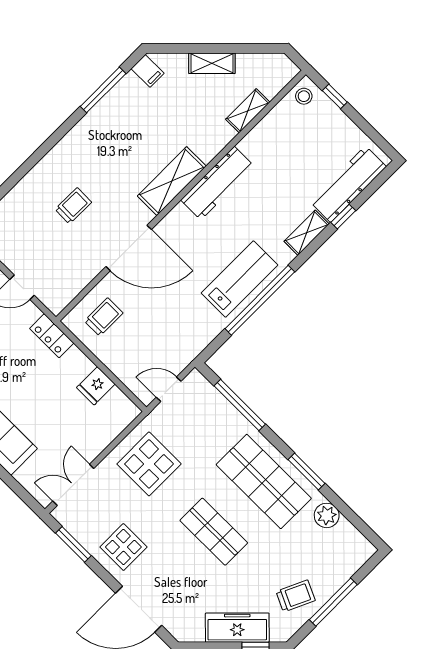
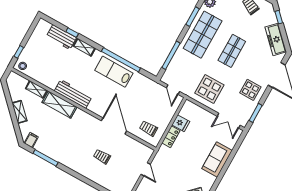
shelving: (172, 181) -> (60, 105), moved
workbench: (348, 184) -> (61, 37), width x0.73
locker: (52, 336) -> (171, 137), moved
freezer: (237, 628) -> (276, 39), moved

